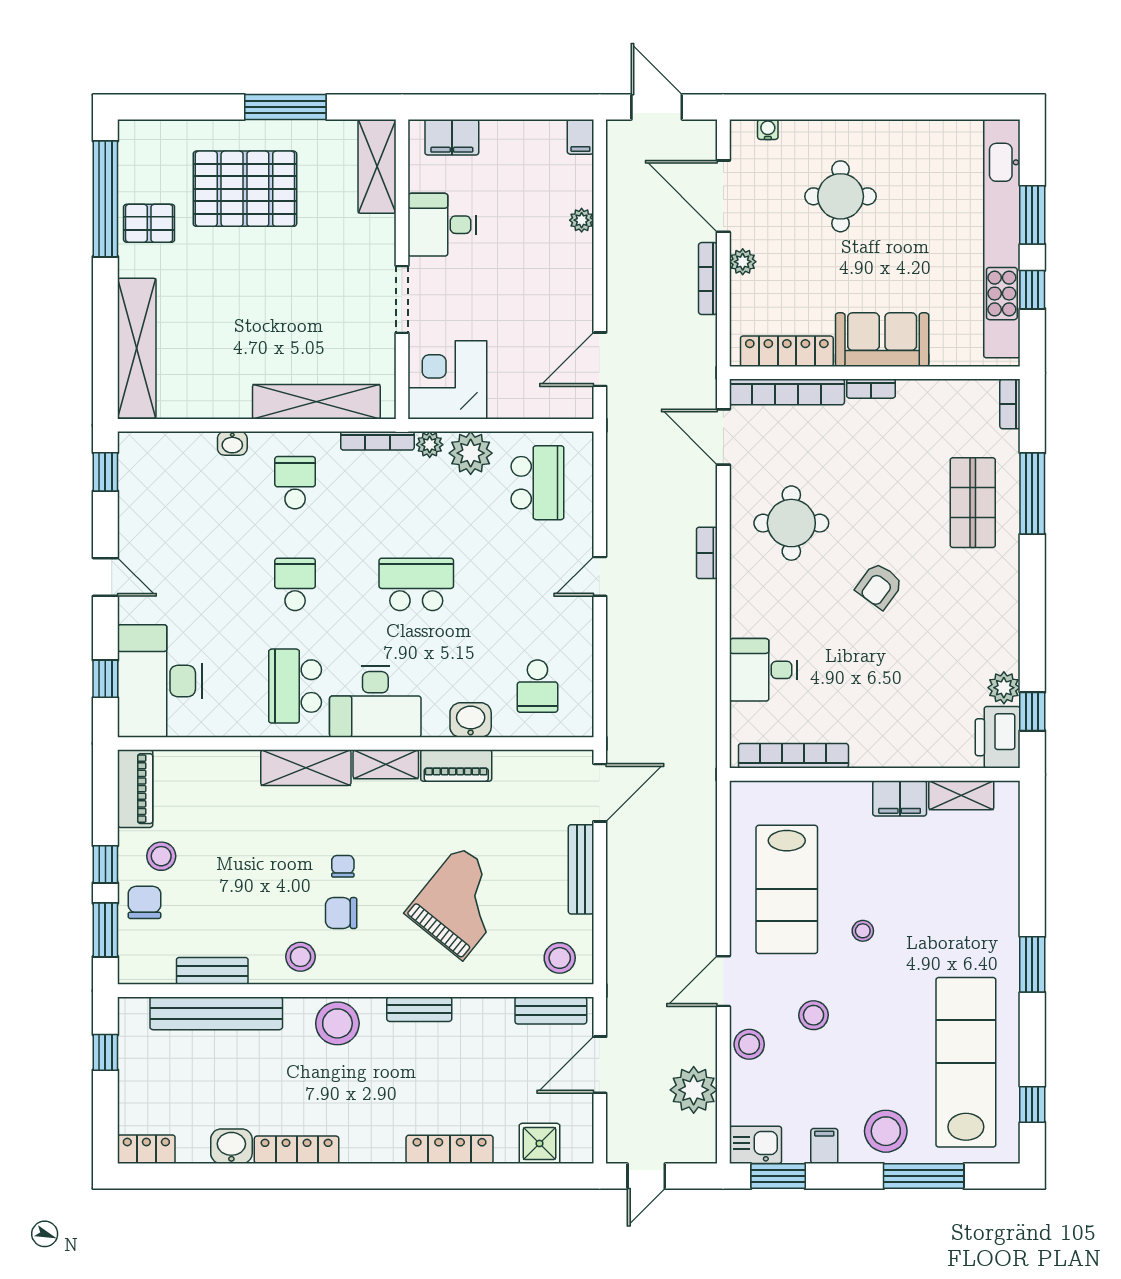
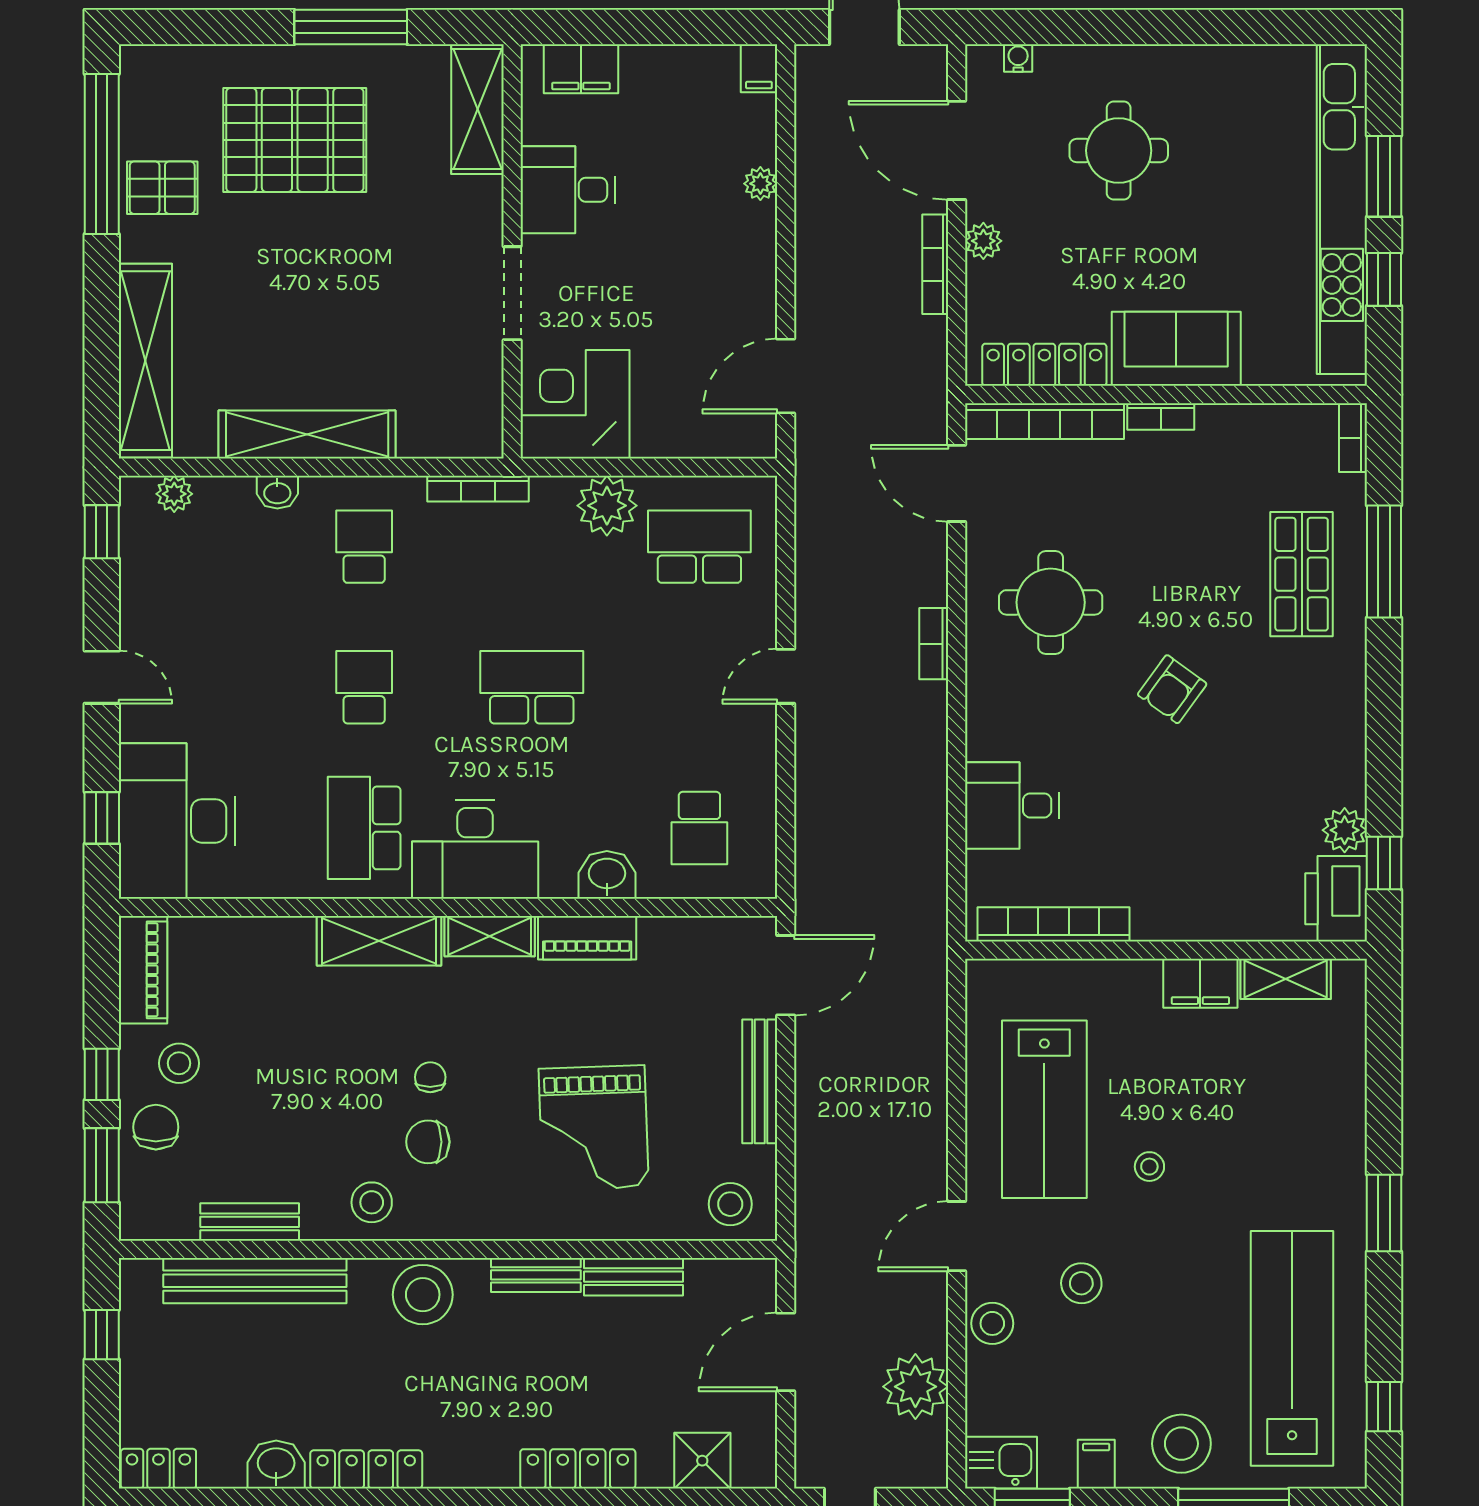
shelving: (316, 402) -> (307, 435), moved
plant: (430, 445) -> (174, 494), moved
school desk: (537, 483) -> (699, 547), turned -90
grand piano: (461, 903) -> (594, 1128), turned 139
bench: (551, 1010) -> (633, 1277), moved

